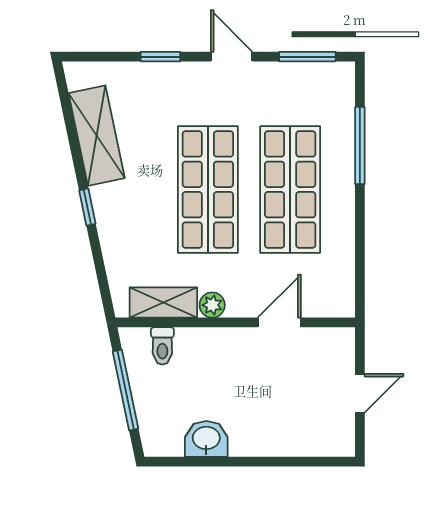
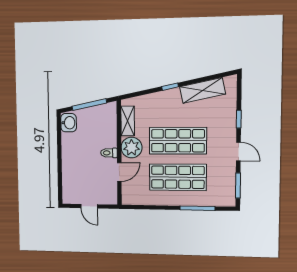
door: (232, 57) -> (238, 152), hinge flipped
plant: (212, 305) -> (132, 148), width x1.88, depth x1.88
door: (279, 322) -> (119, 172), hinge flipped
toilet: (162, 346) -> (109, 153), moved
washbasin: (206, 439) -> (69, 123), moved

